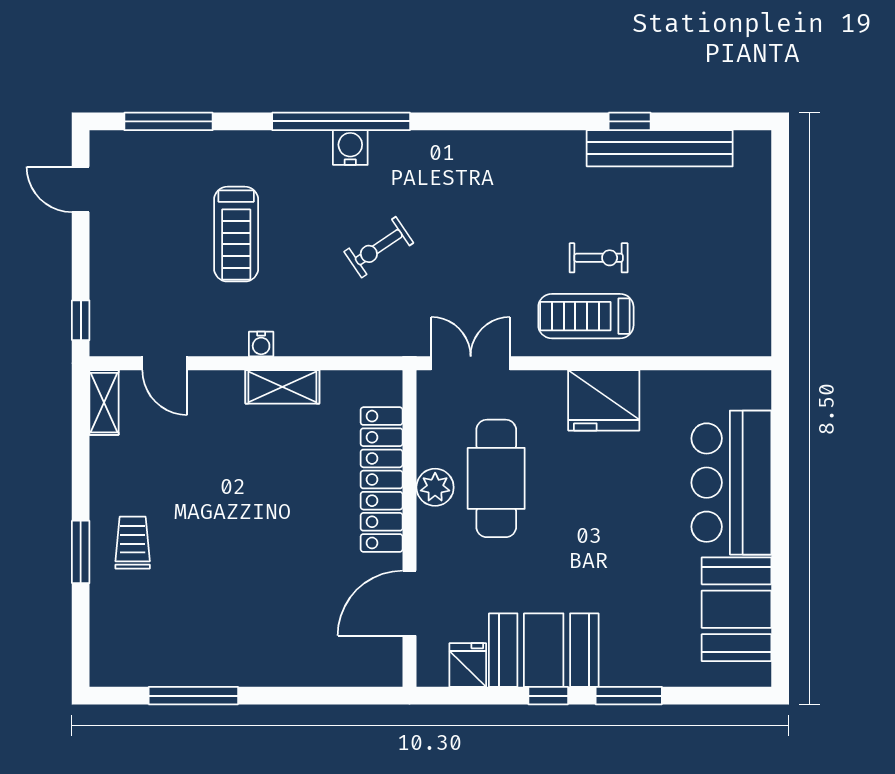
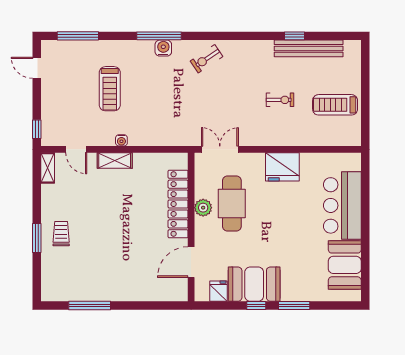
window: (341, 121) -> (159, 36), width x0.68
exercise bike: (379, 247) -> (207, 59), moved
treadmill: (586, 316) -> (335, 105), moved
shelving: (282, 387) -> (115, 161), moved

